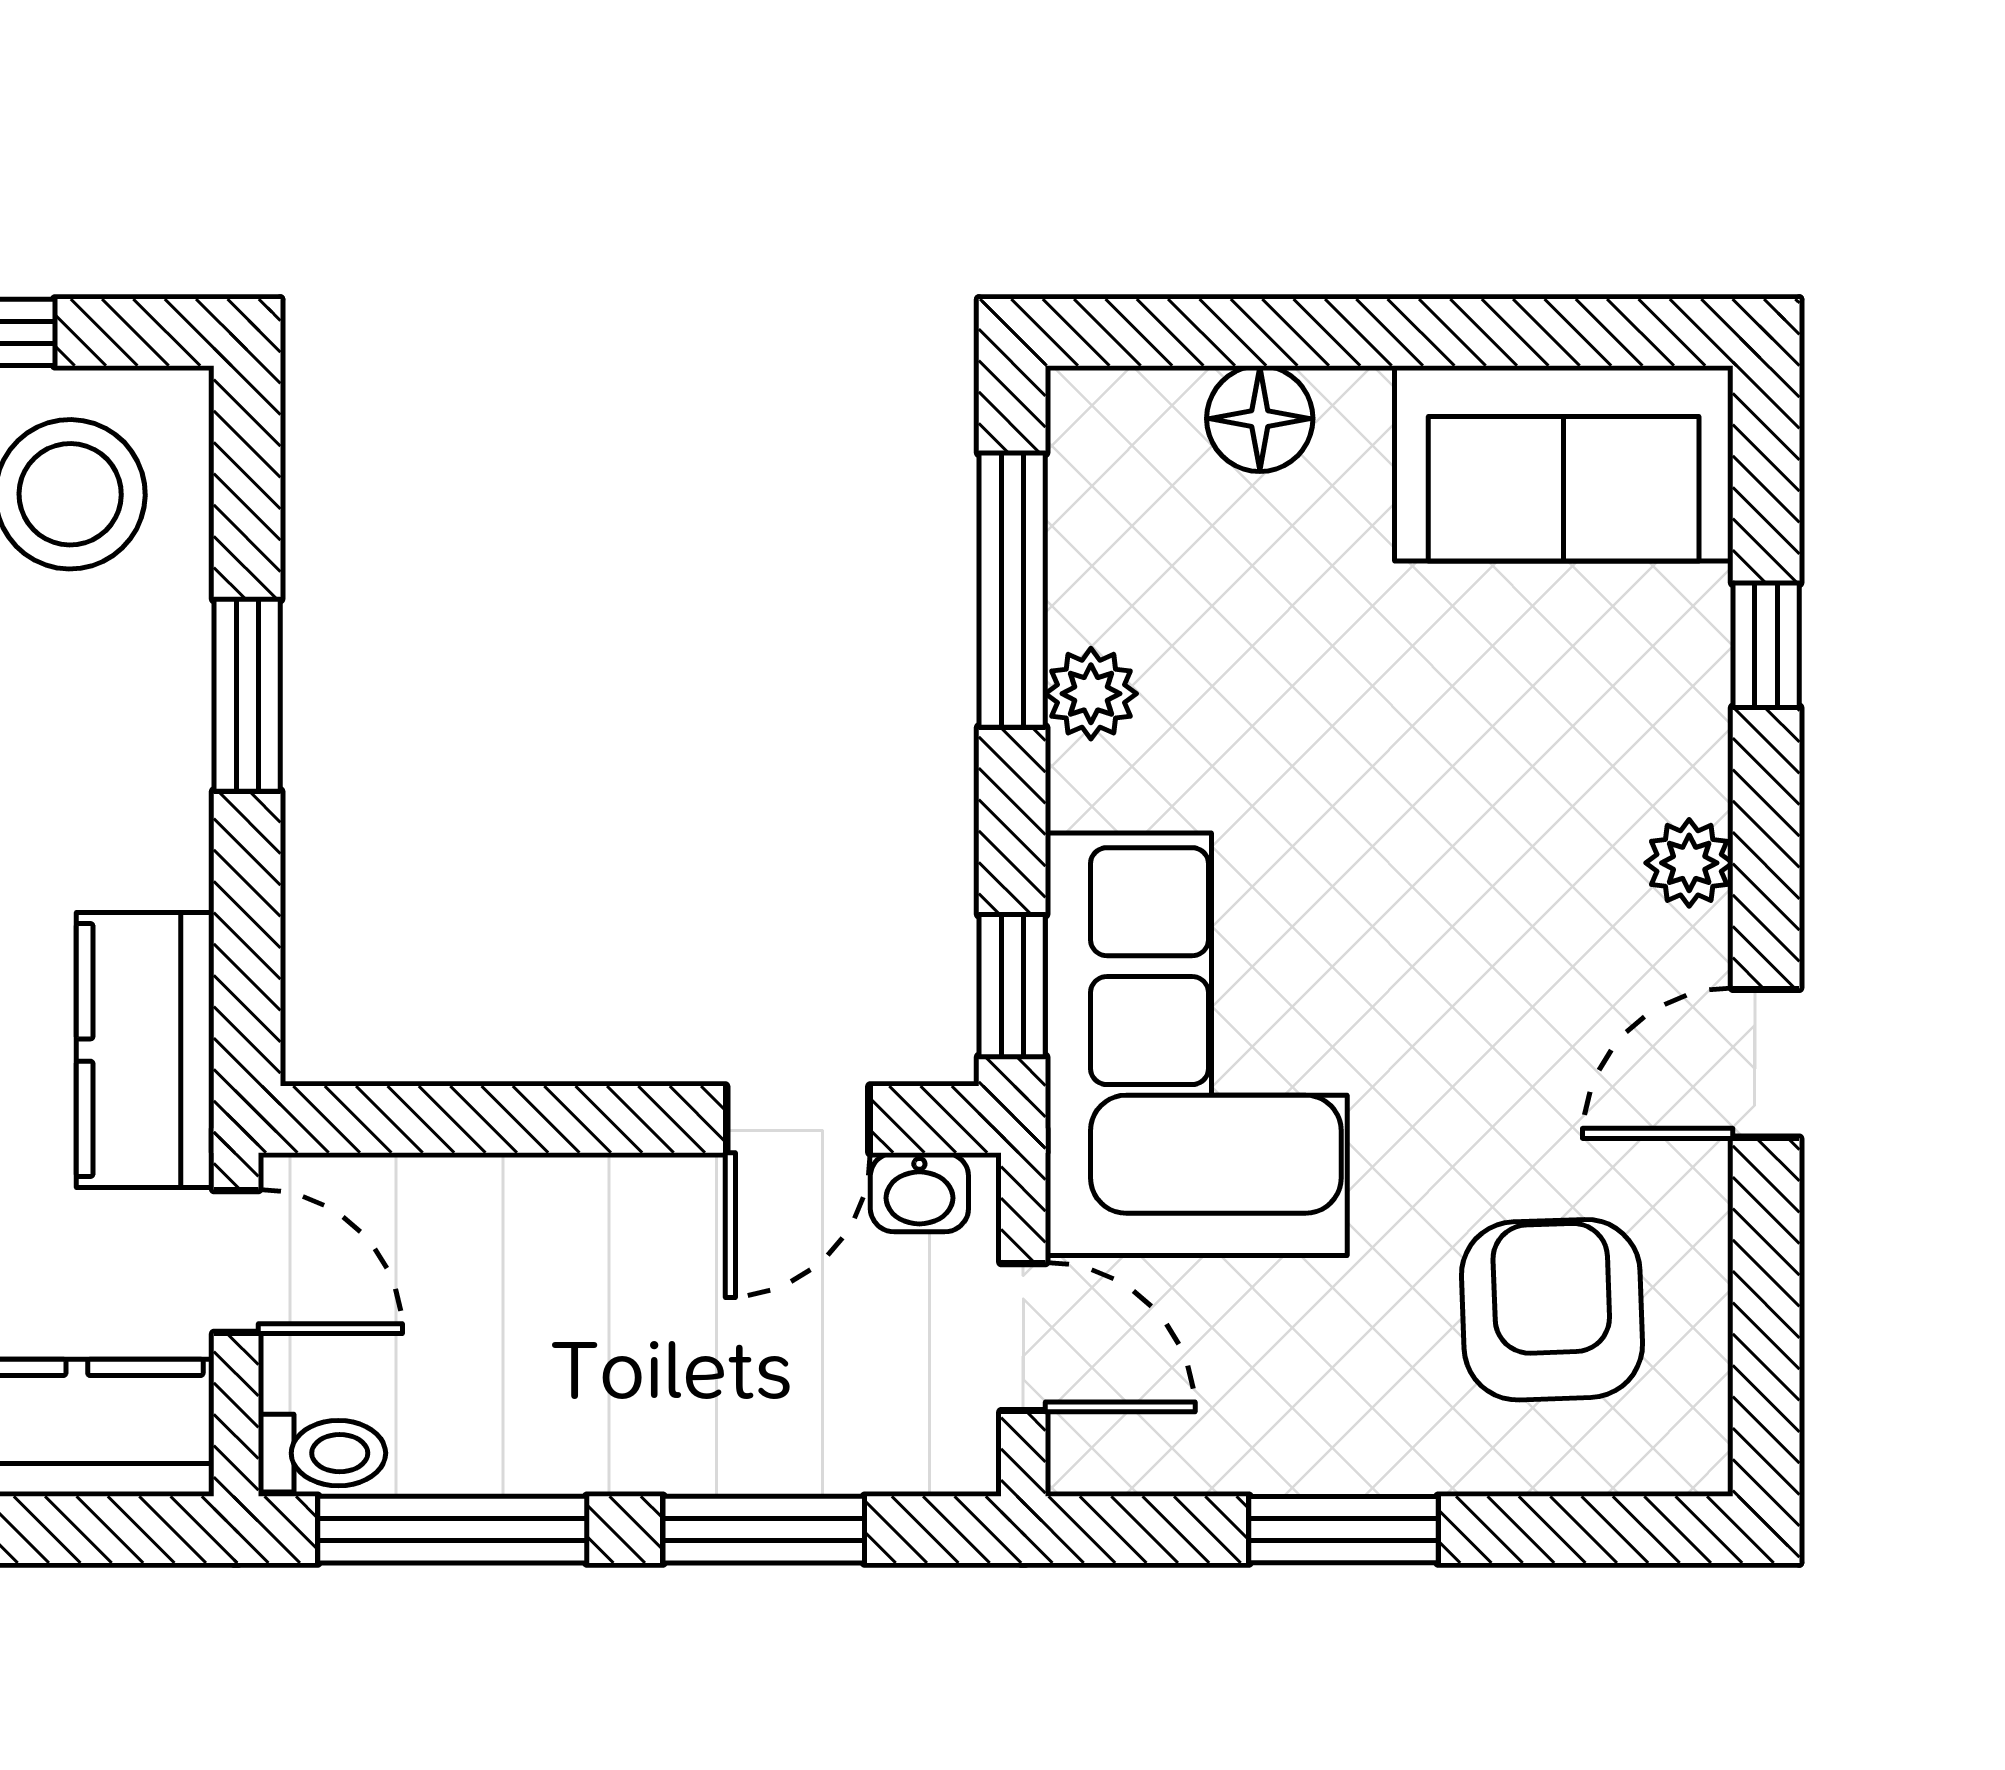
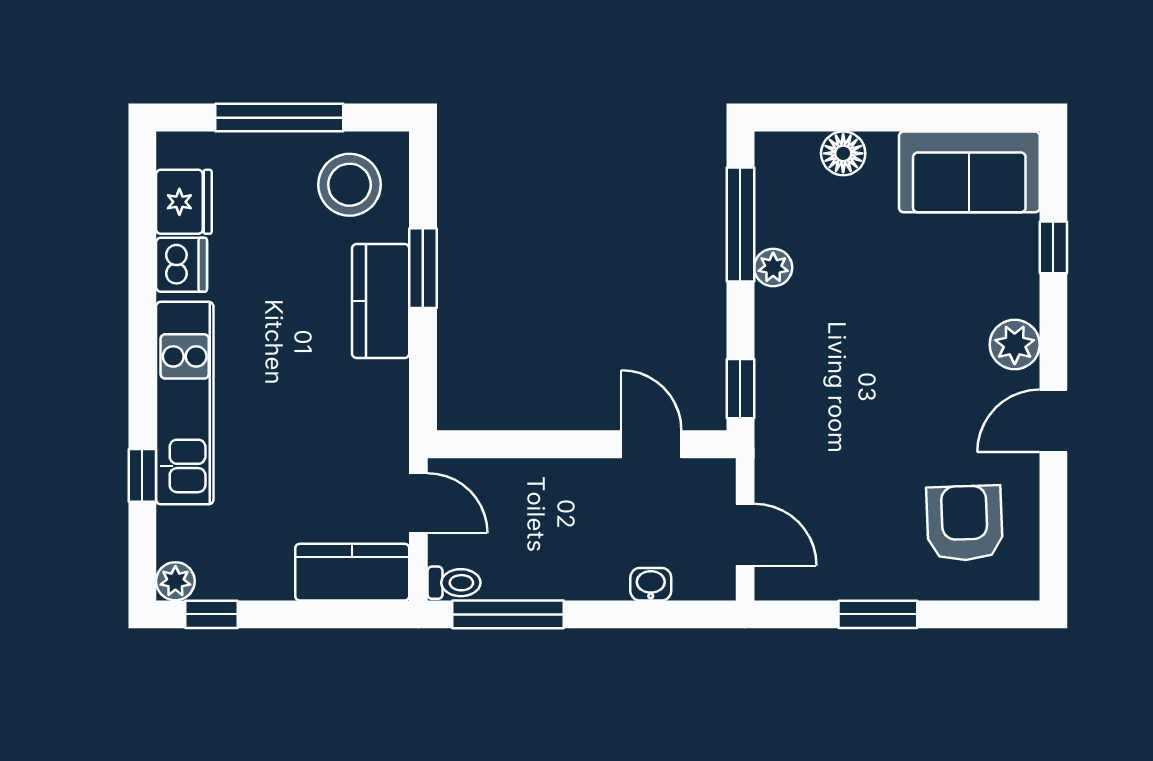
plant: (1689, 863) -> (1015, 345), width x1.38, depth x1.38
corner sofa: (1196, 1044) -> (817, 413), removed
kitchen counter: (145, 1050) -> (381, 301), moved
door: (798, 1119) -> (651, 444), swing flipped
washbasin: (919, 1192) -> (651, 584), moved, turned 180
window: (764, 1530) -> (637, 614), removed

